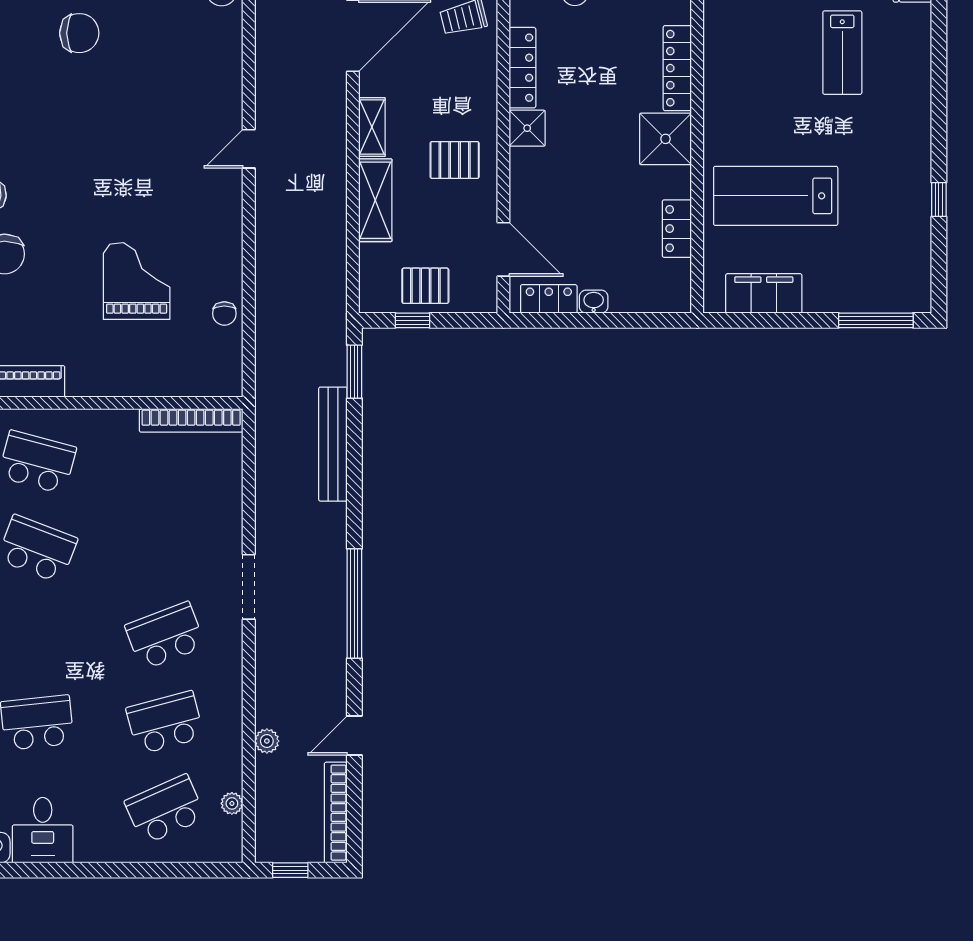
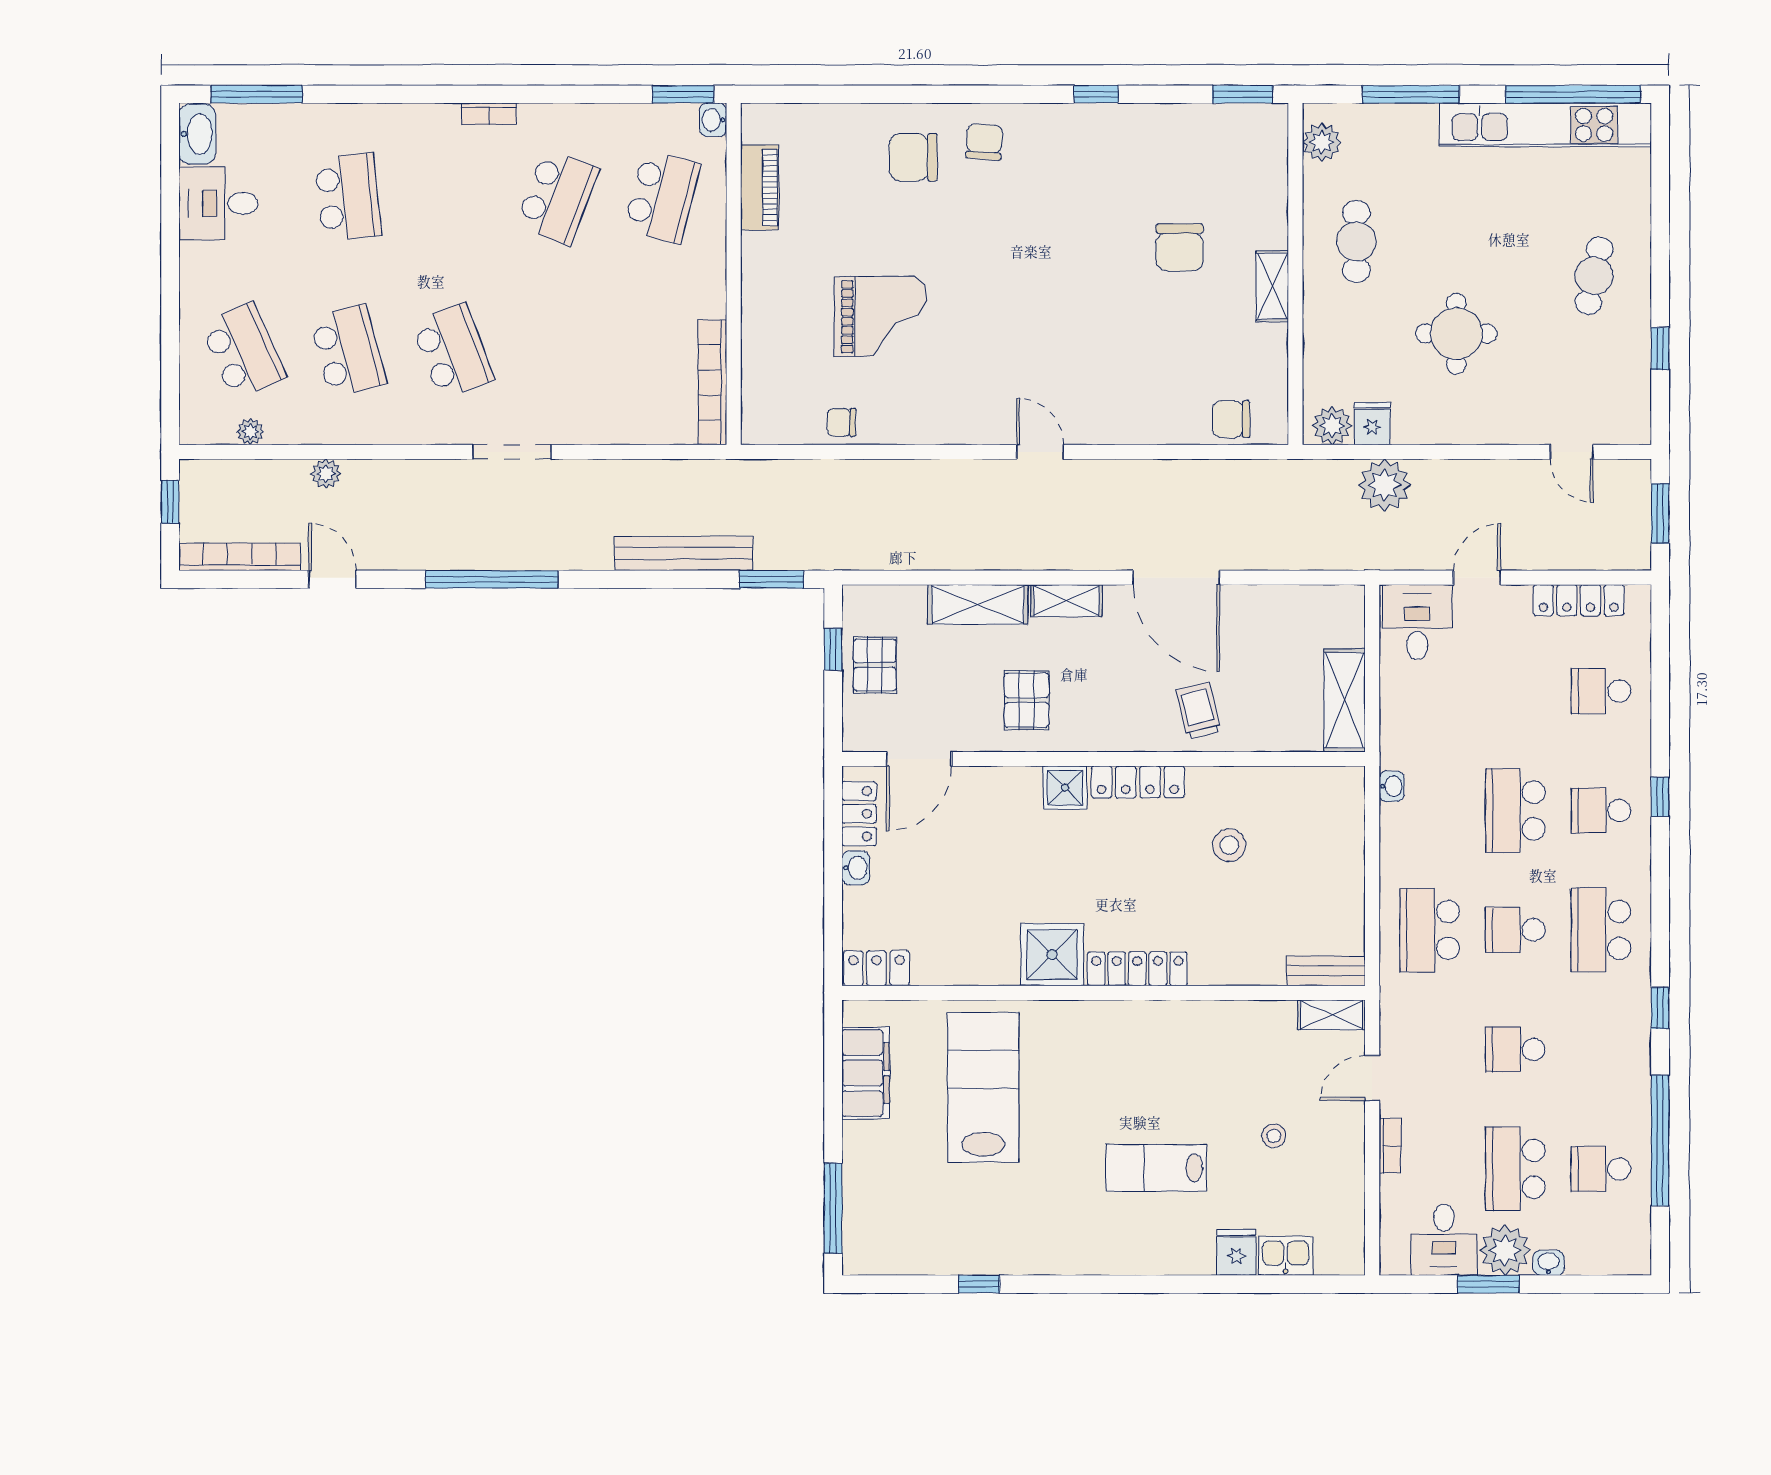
locker: (677, 229) -> (876, 968), moved

